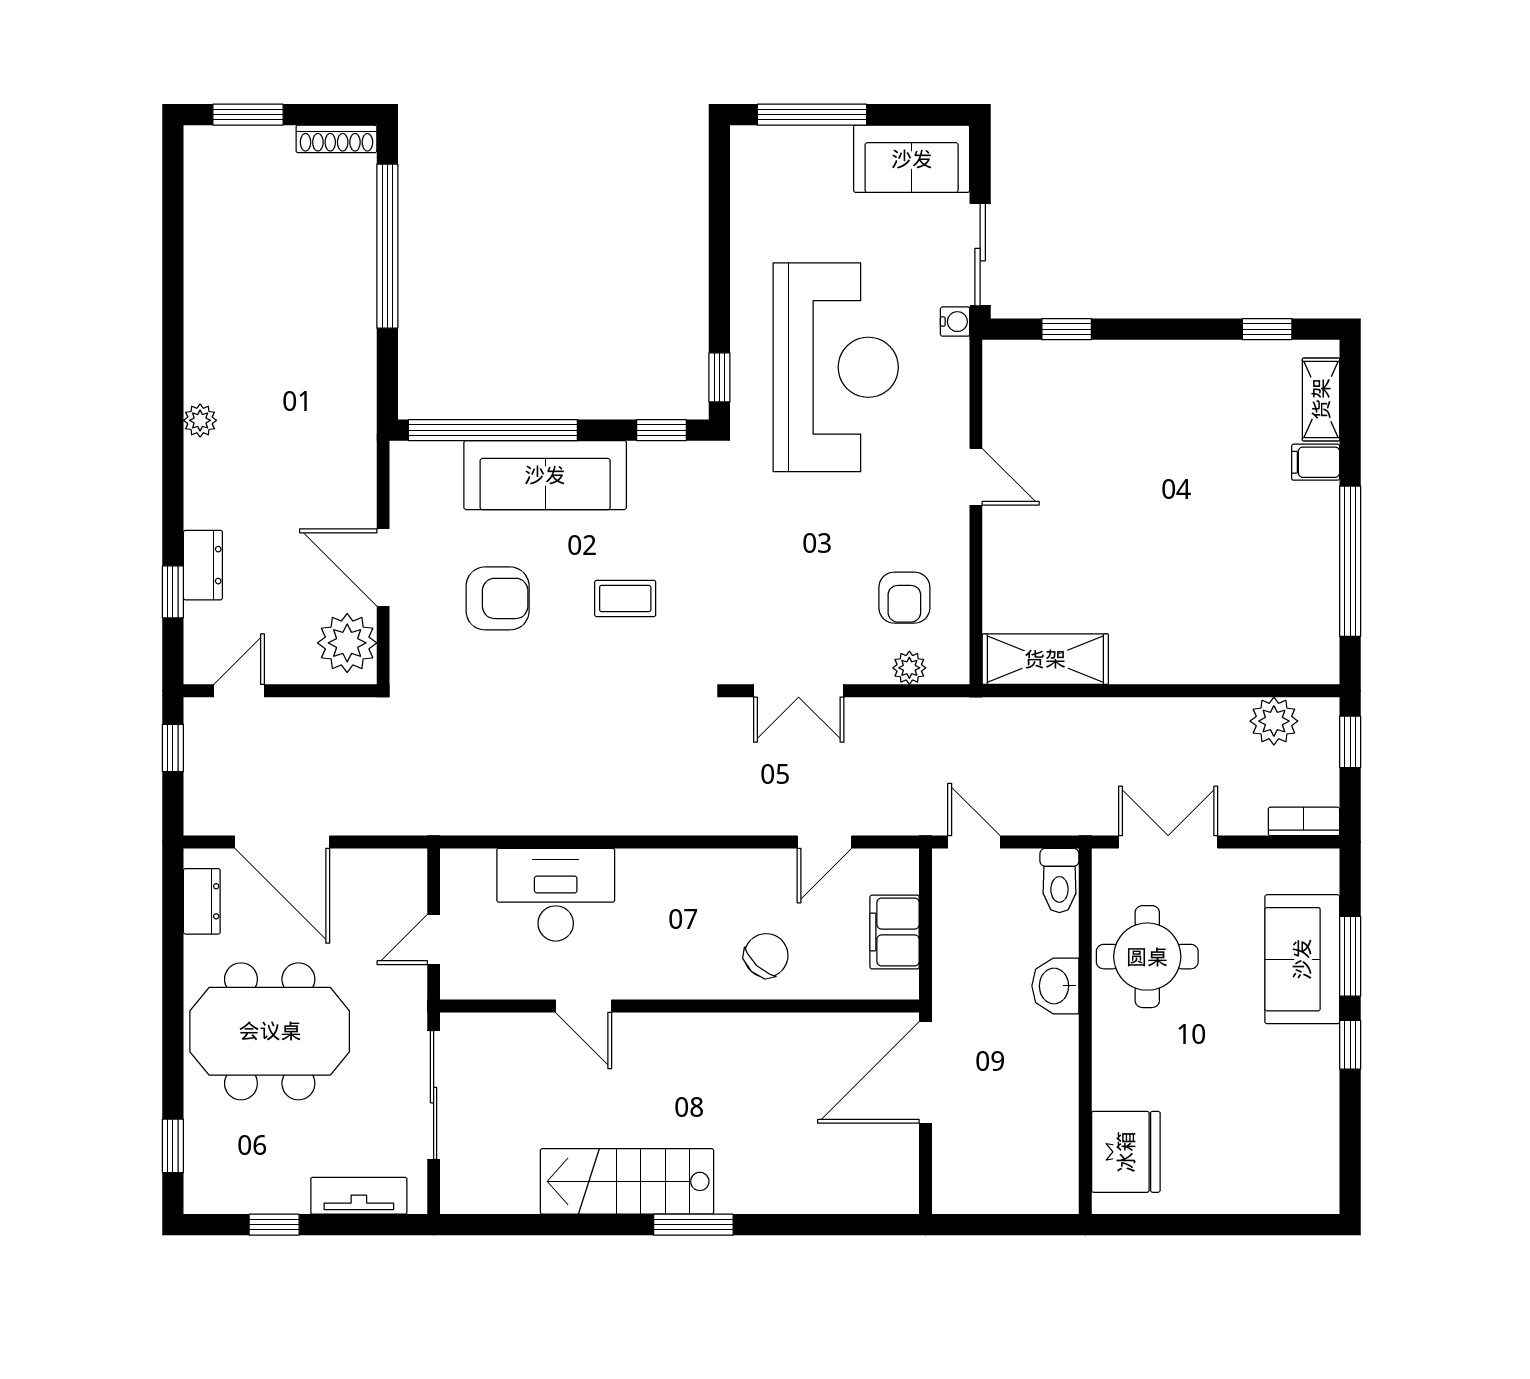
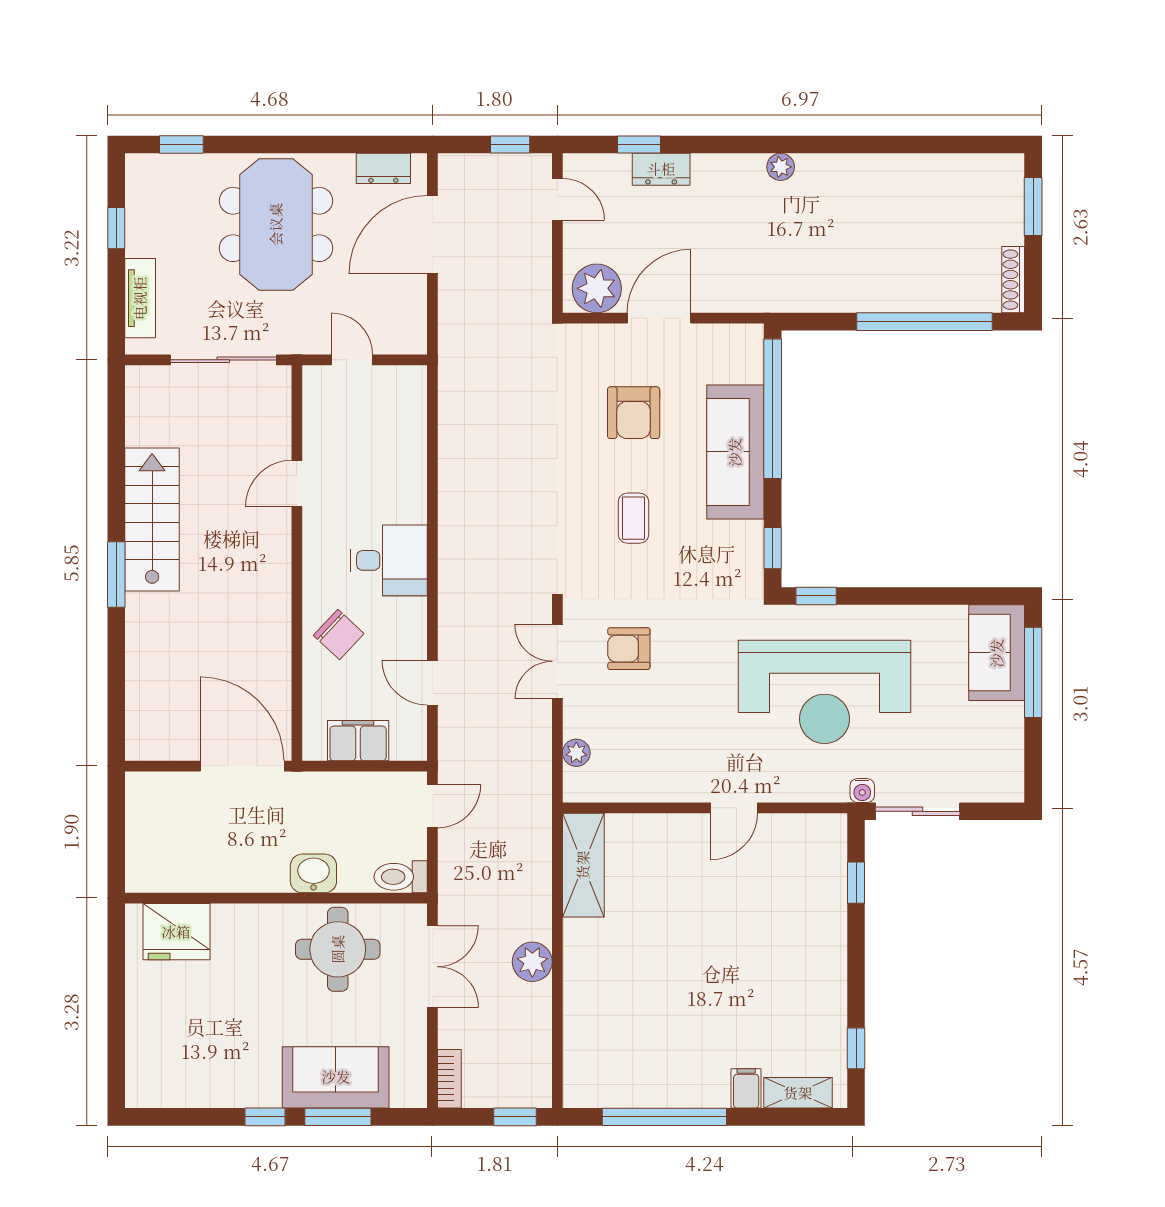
sofa: (912, 159) -> (997, 653), moved
armchair: (904, 598) -> (629, 649), moved
plant: (1274, 721) -> (532, 962), moved
desk: (556, 895) -> (389, 560), moved, width x0.73

